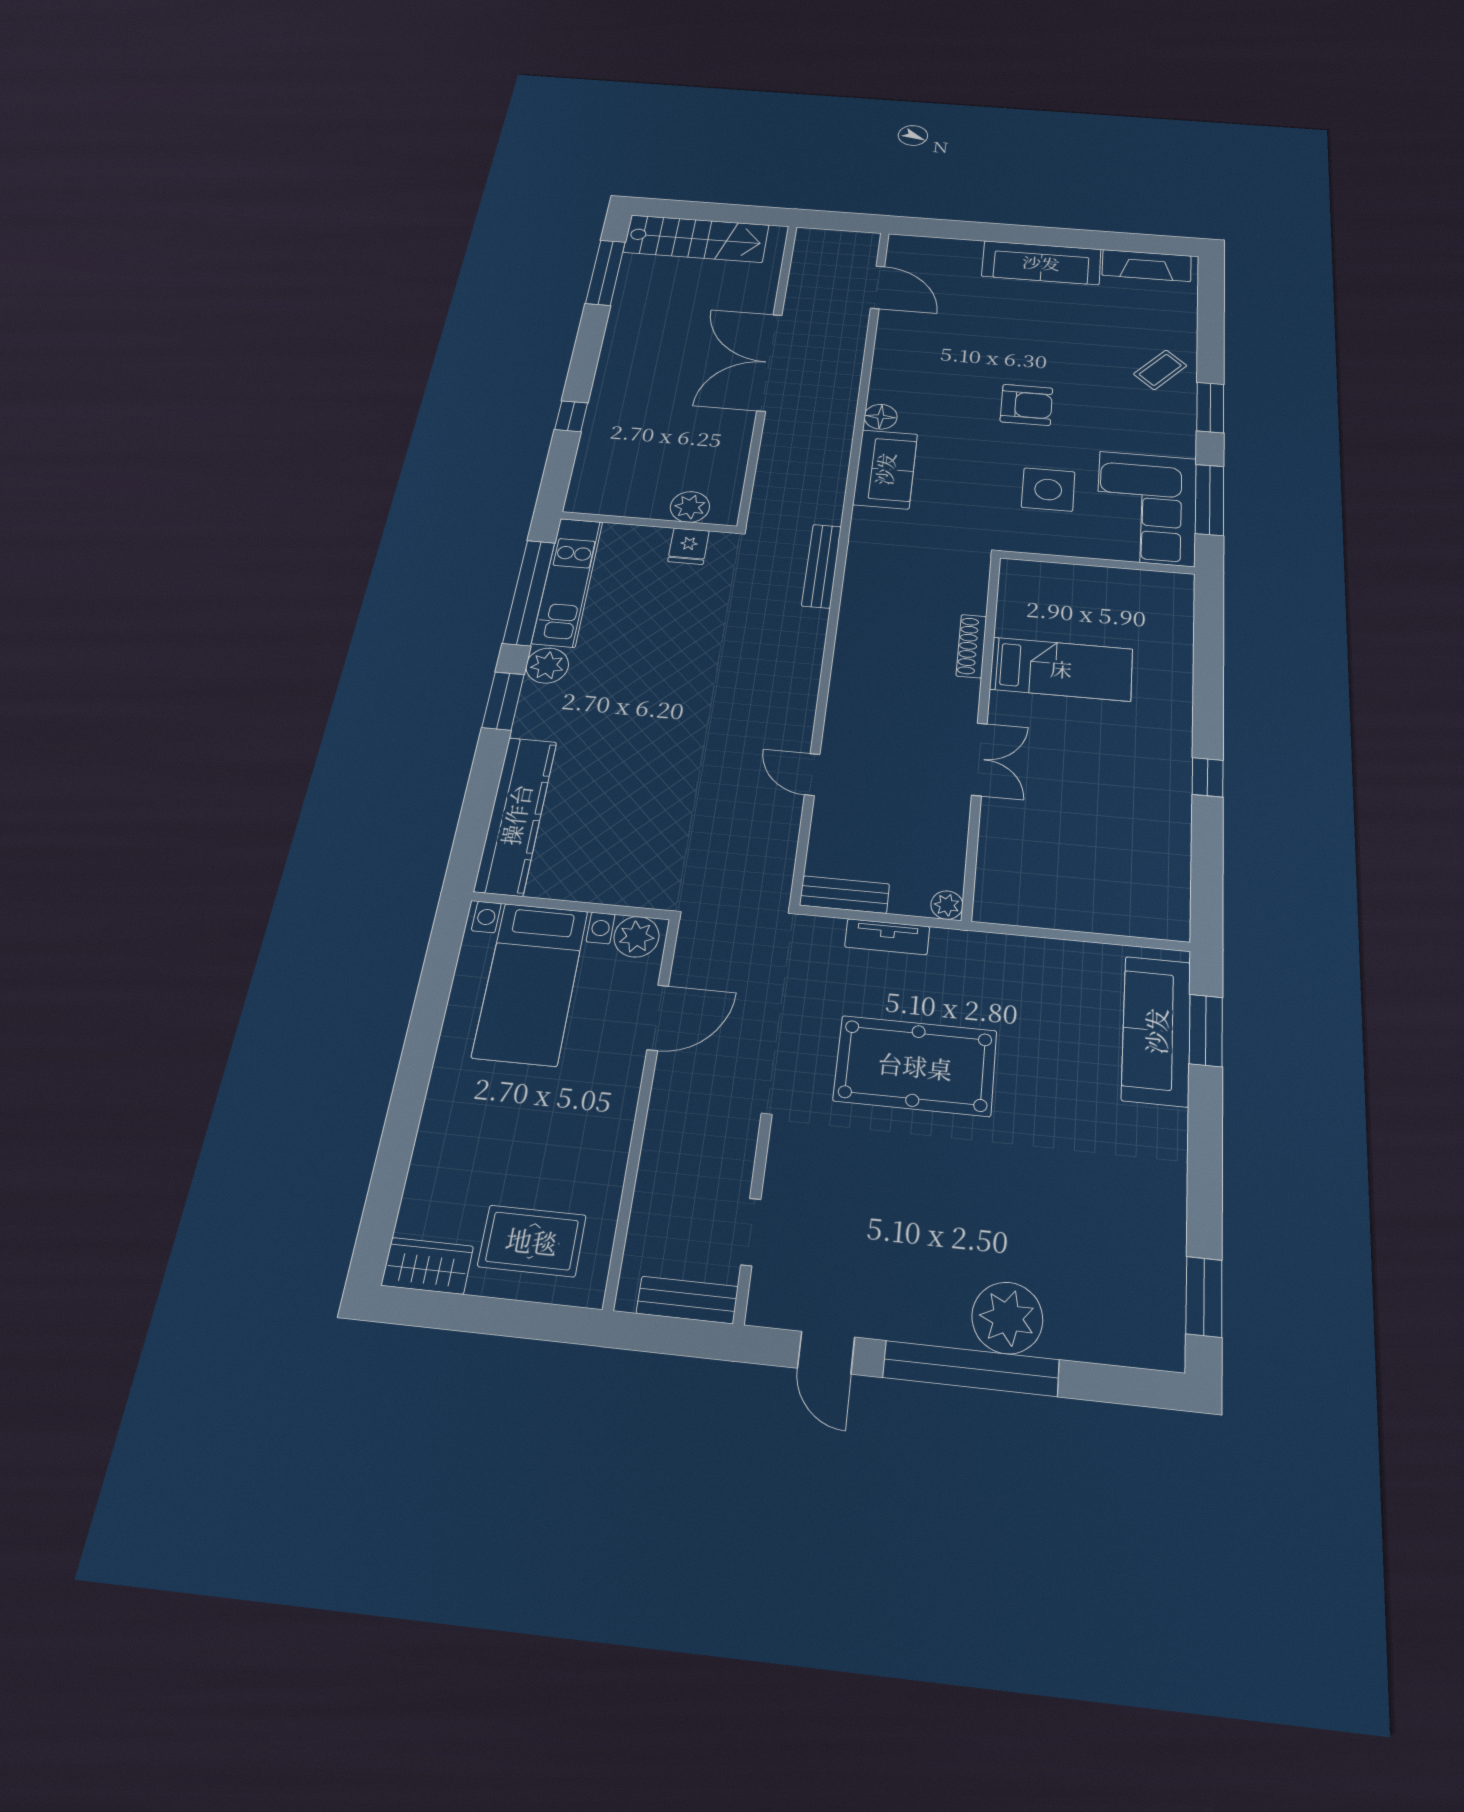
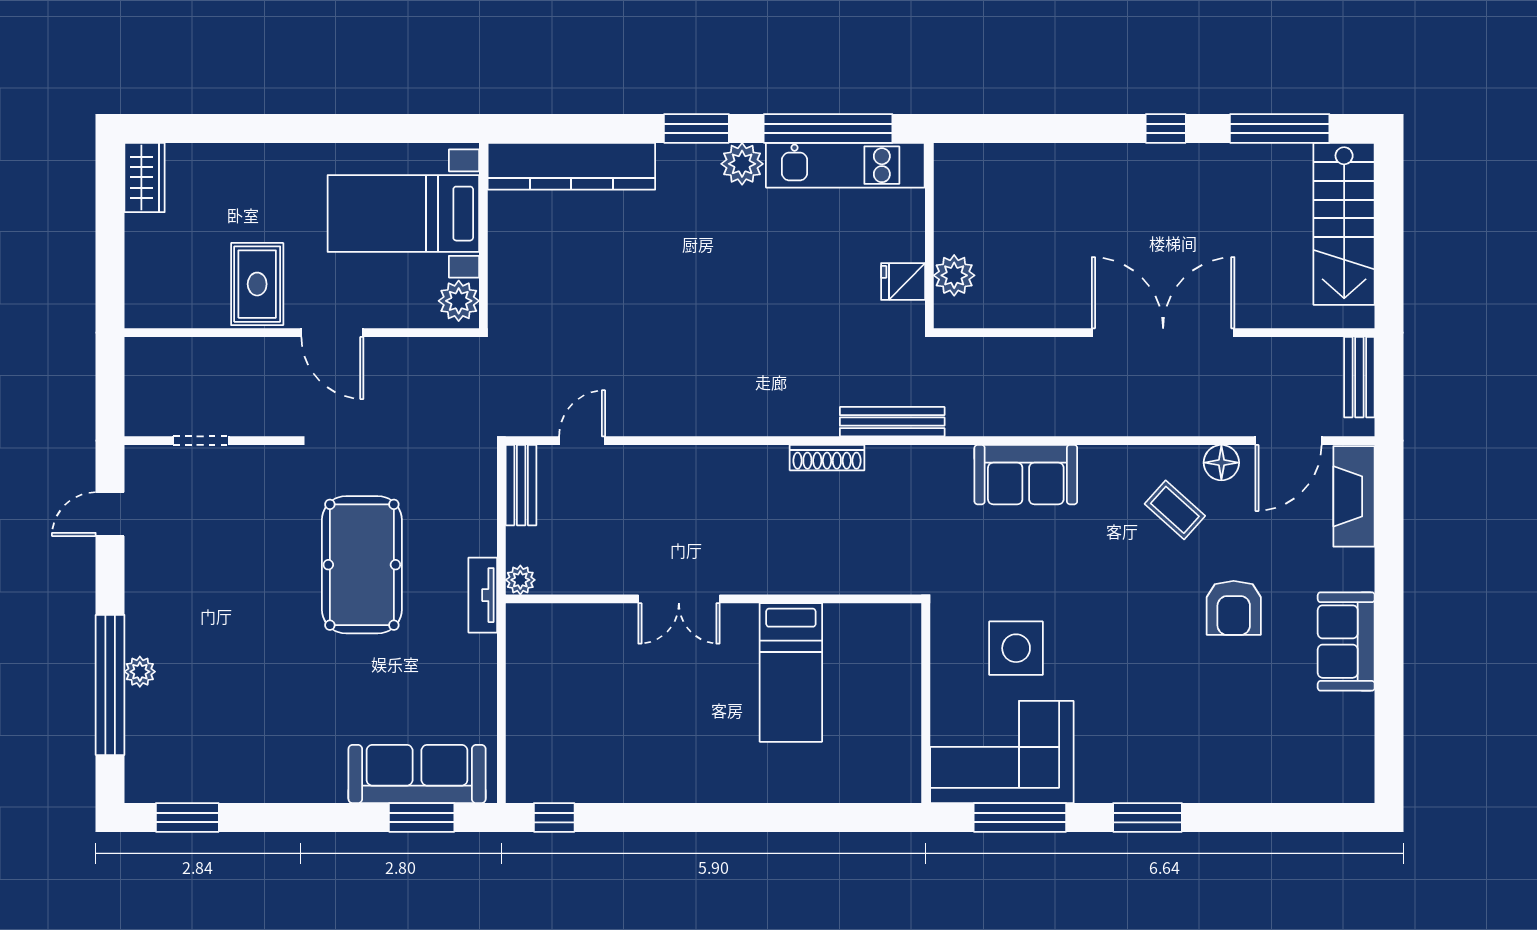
sofa: (1041, 263) -> (1346, 642), width x0.73
fireplace: (1147, 266) -> (1354, 496), moved
coffee table: (1160, 370) -> (1175, 510), moved
armchair: (1026, 405) -> (1234, 608), moved
window: (571, 416) -> (1166, 128), moved
floor lamp: (881, 417) -> (1221, 463), moved
shoe rack: (971, 646) -> (827, 458), moved, turned 180
door: (812, 775) -> (582, 441), moved
window: (1208, 777) -> (554, 817), moved
tv unit: (887, 937) -> (483, 595), moved
door: (658, 1018) -> (332, 333), moved
rug: (532, 1241) -> (257, 284), moved
bench: (687, 1300) -> (1359, 377), moved
plant: (1007, 1318) -> (140, 672), width x0.53, depth x0.53
window: (971, 1369) -> (110, 685), moved

